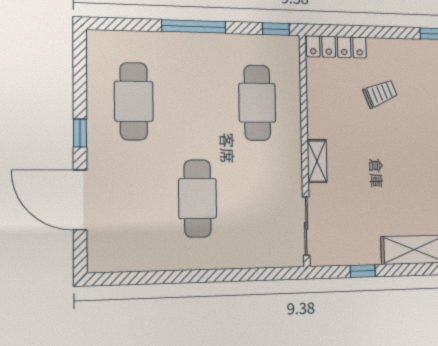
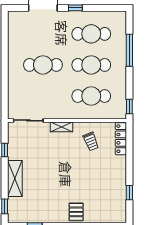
window: (194, 26) -> (129, 50), moved
trolley: (380, 94) -> (91, 141), moved
cafe table: (196, 102) -> (91, 65), added

